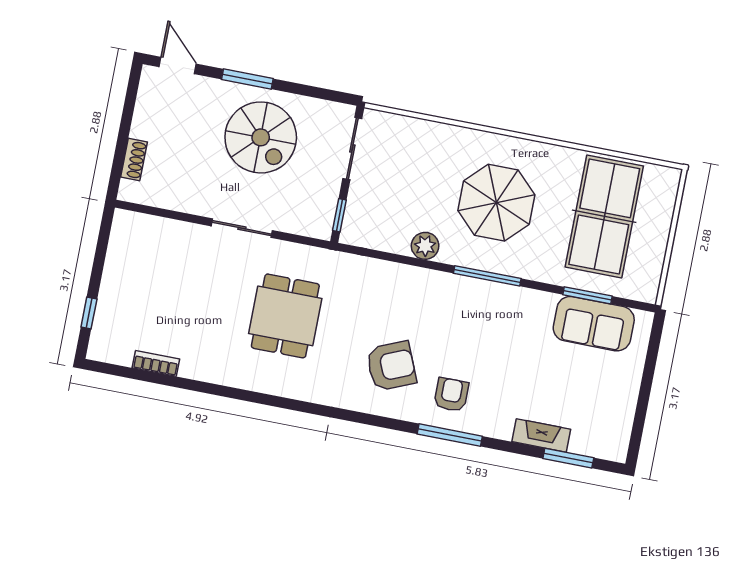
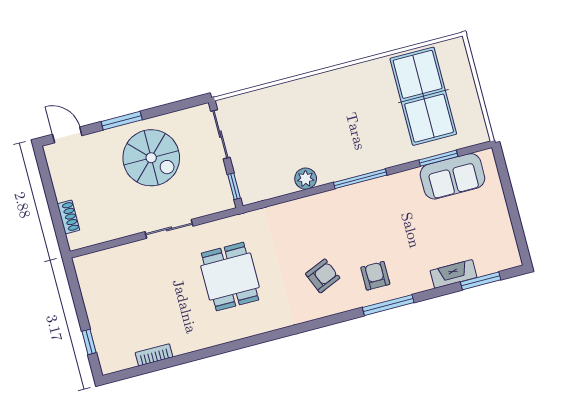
parasol: (496, 203) -> (342, 123), removed
armchair: (391, 366) -> (323, 276), width x0.72, depth x0.72

